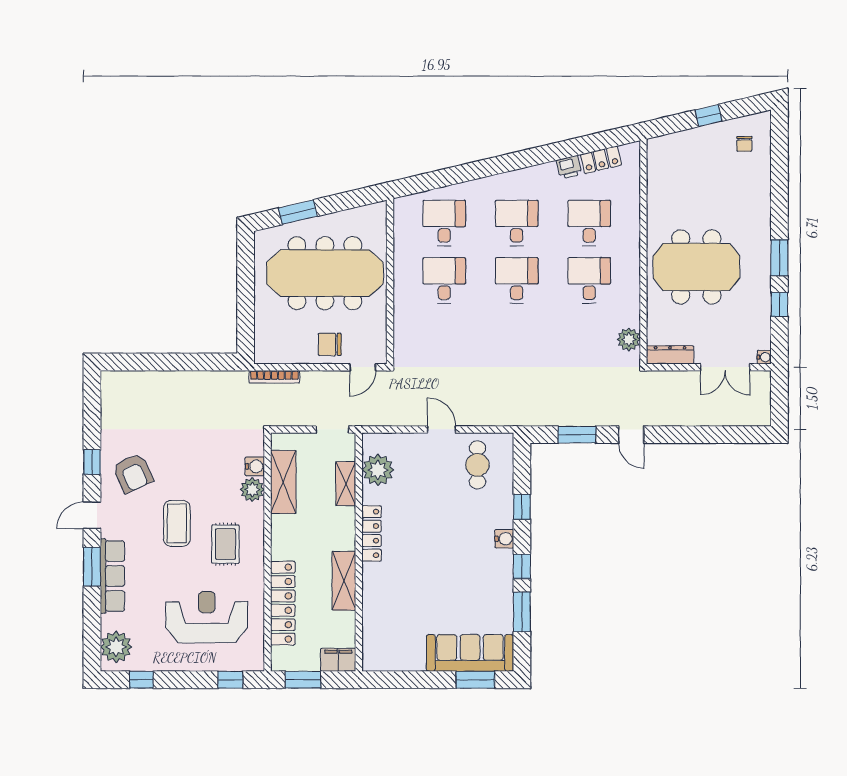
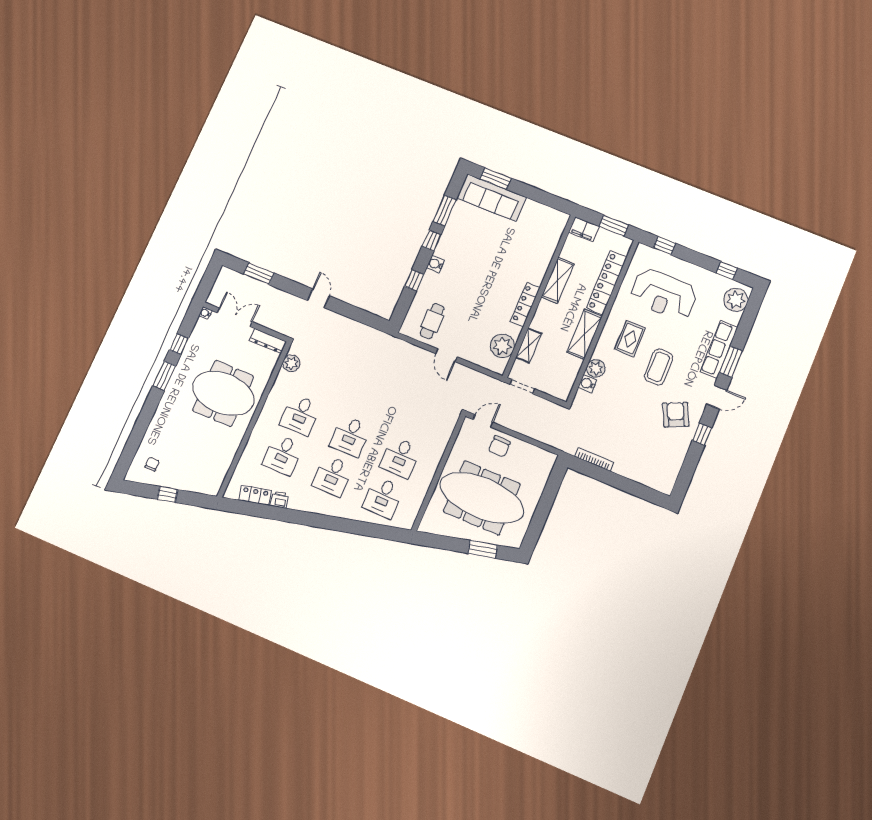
chair: (330, 344) -> (499, 446), turned 90
bookcase: (274, 377) -> (594, 459), moved
window: (577, 435) -> (259, 274), moved
shelving: (283, 482) -> (585, 334), moved

